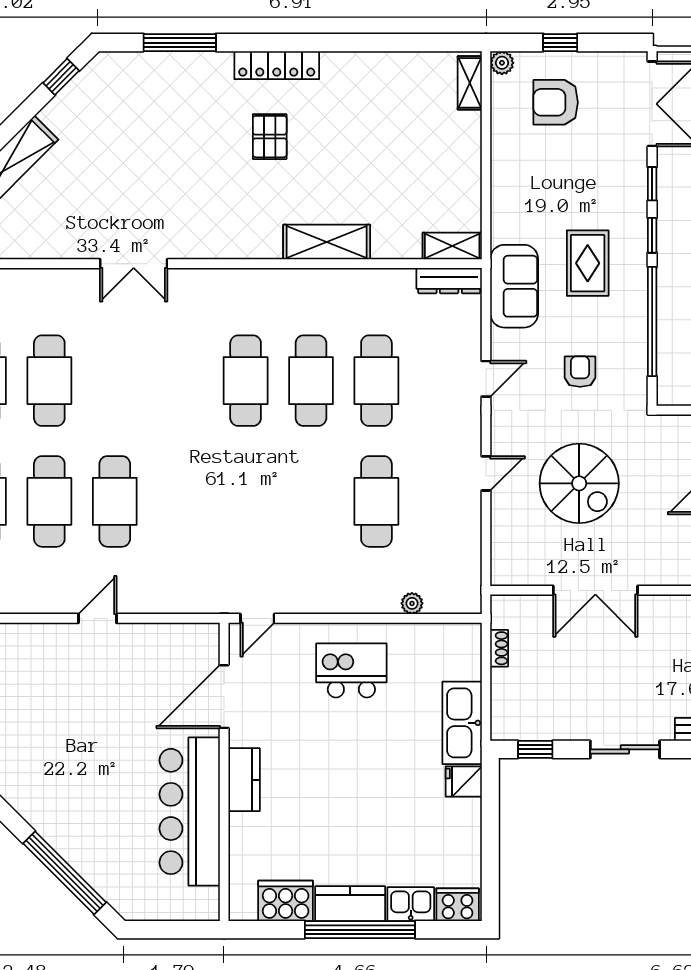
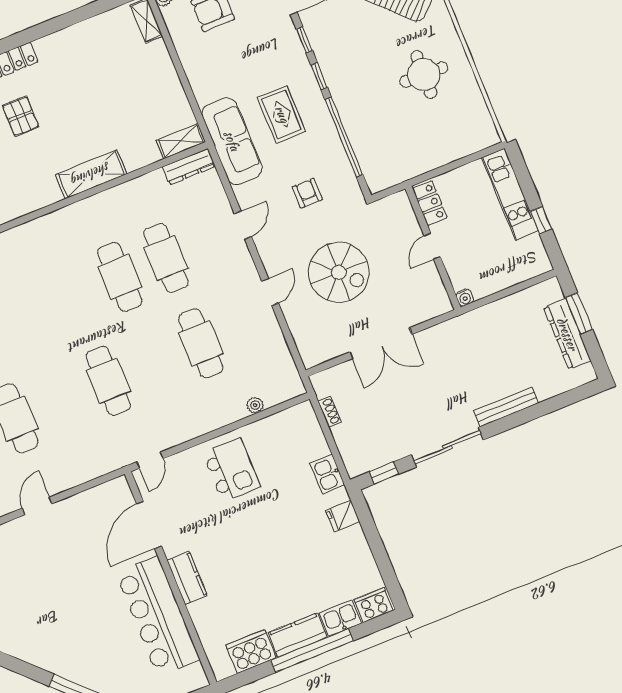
sofa: (514, 286) -> (232, 141), width x1.36
cafe table: (246, 381) -> (108, 381), moved
kitchen island: (351, 670) -> (231, 470), turned 90
kitchen sink: (462, 723) -> (327, 474), width x0.53, depth x0.81
sliding door: (625, 749) -> (447, 447), width x1.37

